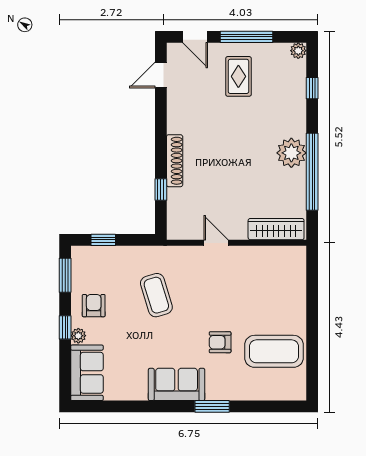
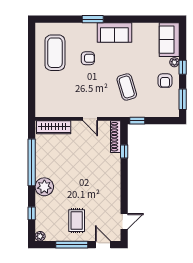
plant: (291, 153) -> (44, 187), moved
shoe rack: (175, 161) -> (116, 137), moved
window: (103, 240) -> (137, 121), moved
coffee table: (274, 351) -> (55, 53), turned 90

